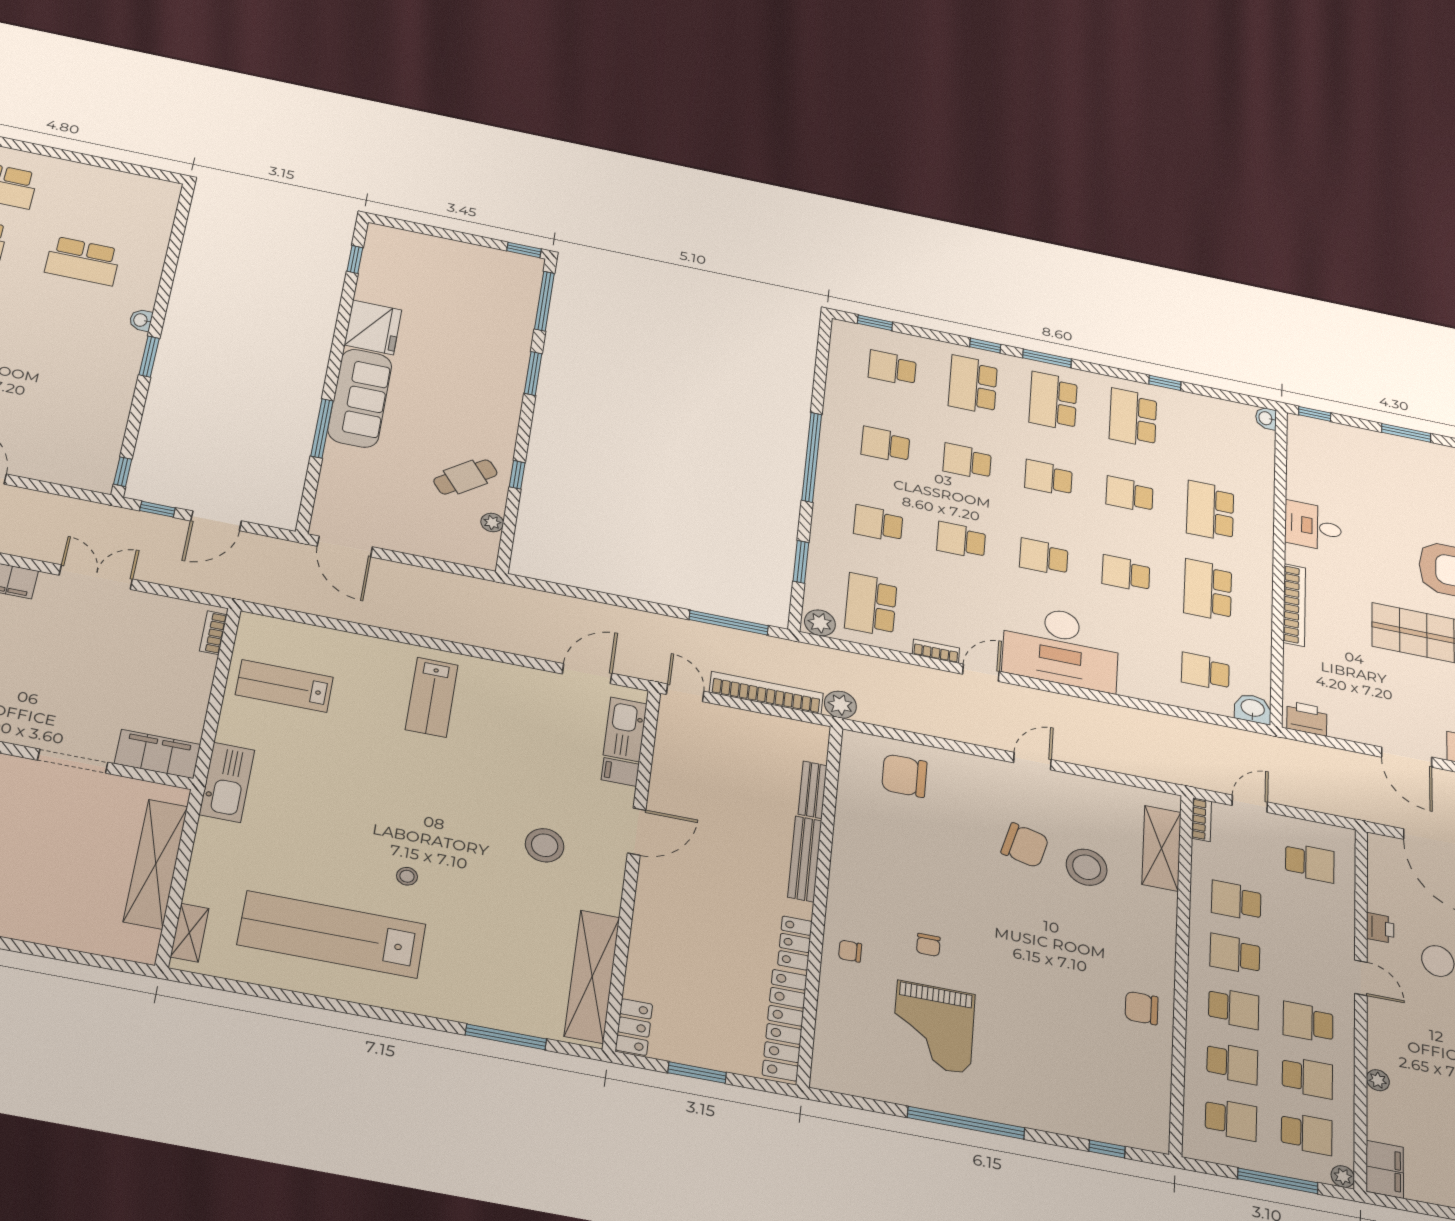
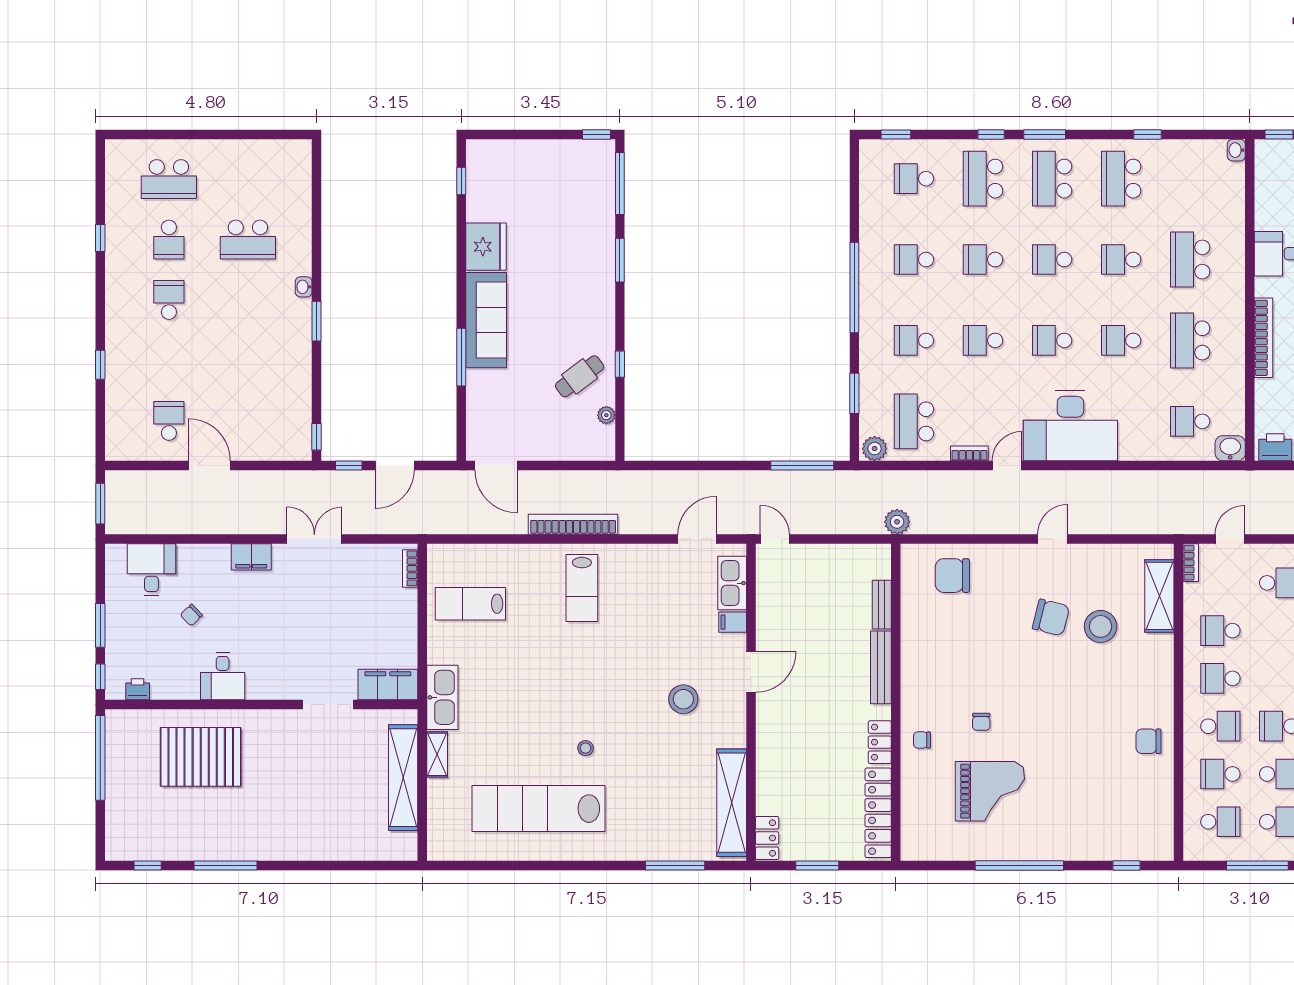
bookcase: (766, 693) -> (573, 524), moved
shelving: (190, 933) -> (437, 754), moved
grand piano: (934, 1027) -> (990, 791), turned -90
school desk: (1232, 1063) -> (1220, 774), turned 180

